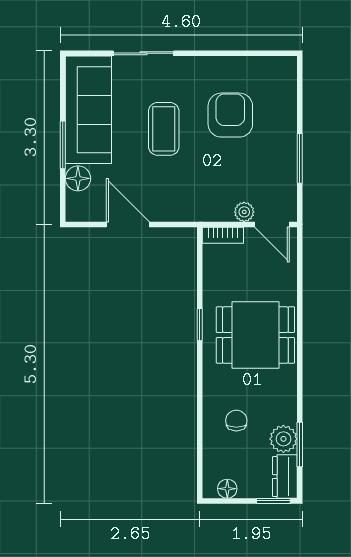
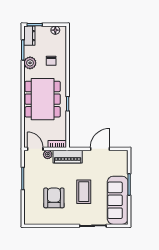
armchair: (230, 115) -> (54, 198), turned 180
floor lamp: (78, 178) -> (122, 169), removed
piano: (200, 207) -> (68, 157), added
door: (128, 224) -> (100, 149), swing flipped
dining table: (255, 335) -> (43, 99), width x1.38
plant: (283, 439) -> (30, 63), moved

